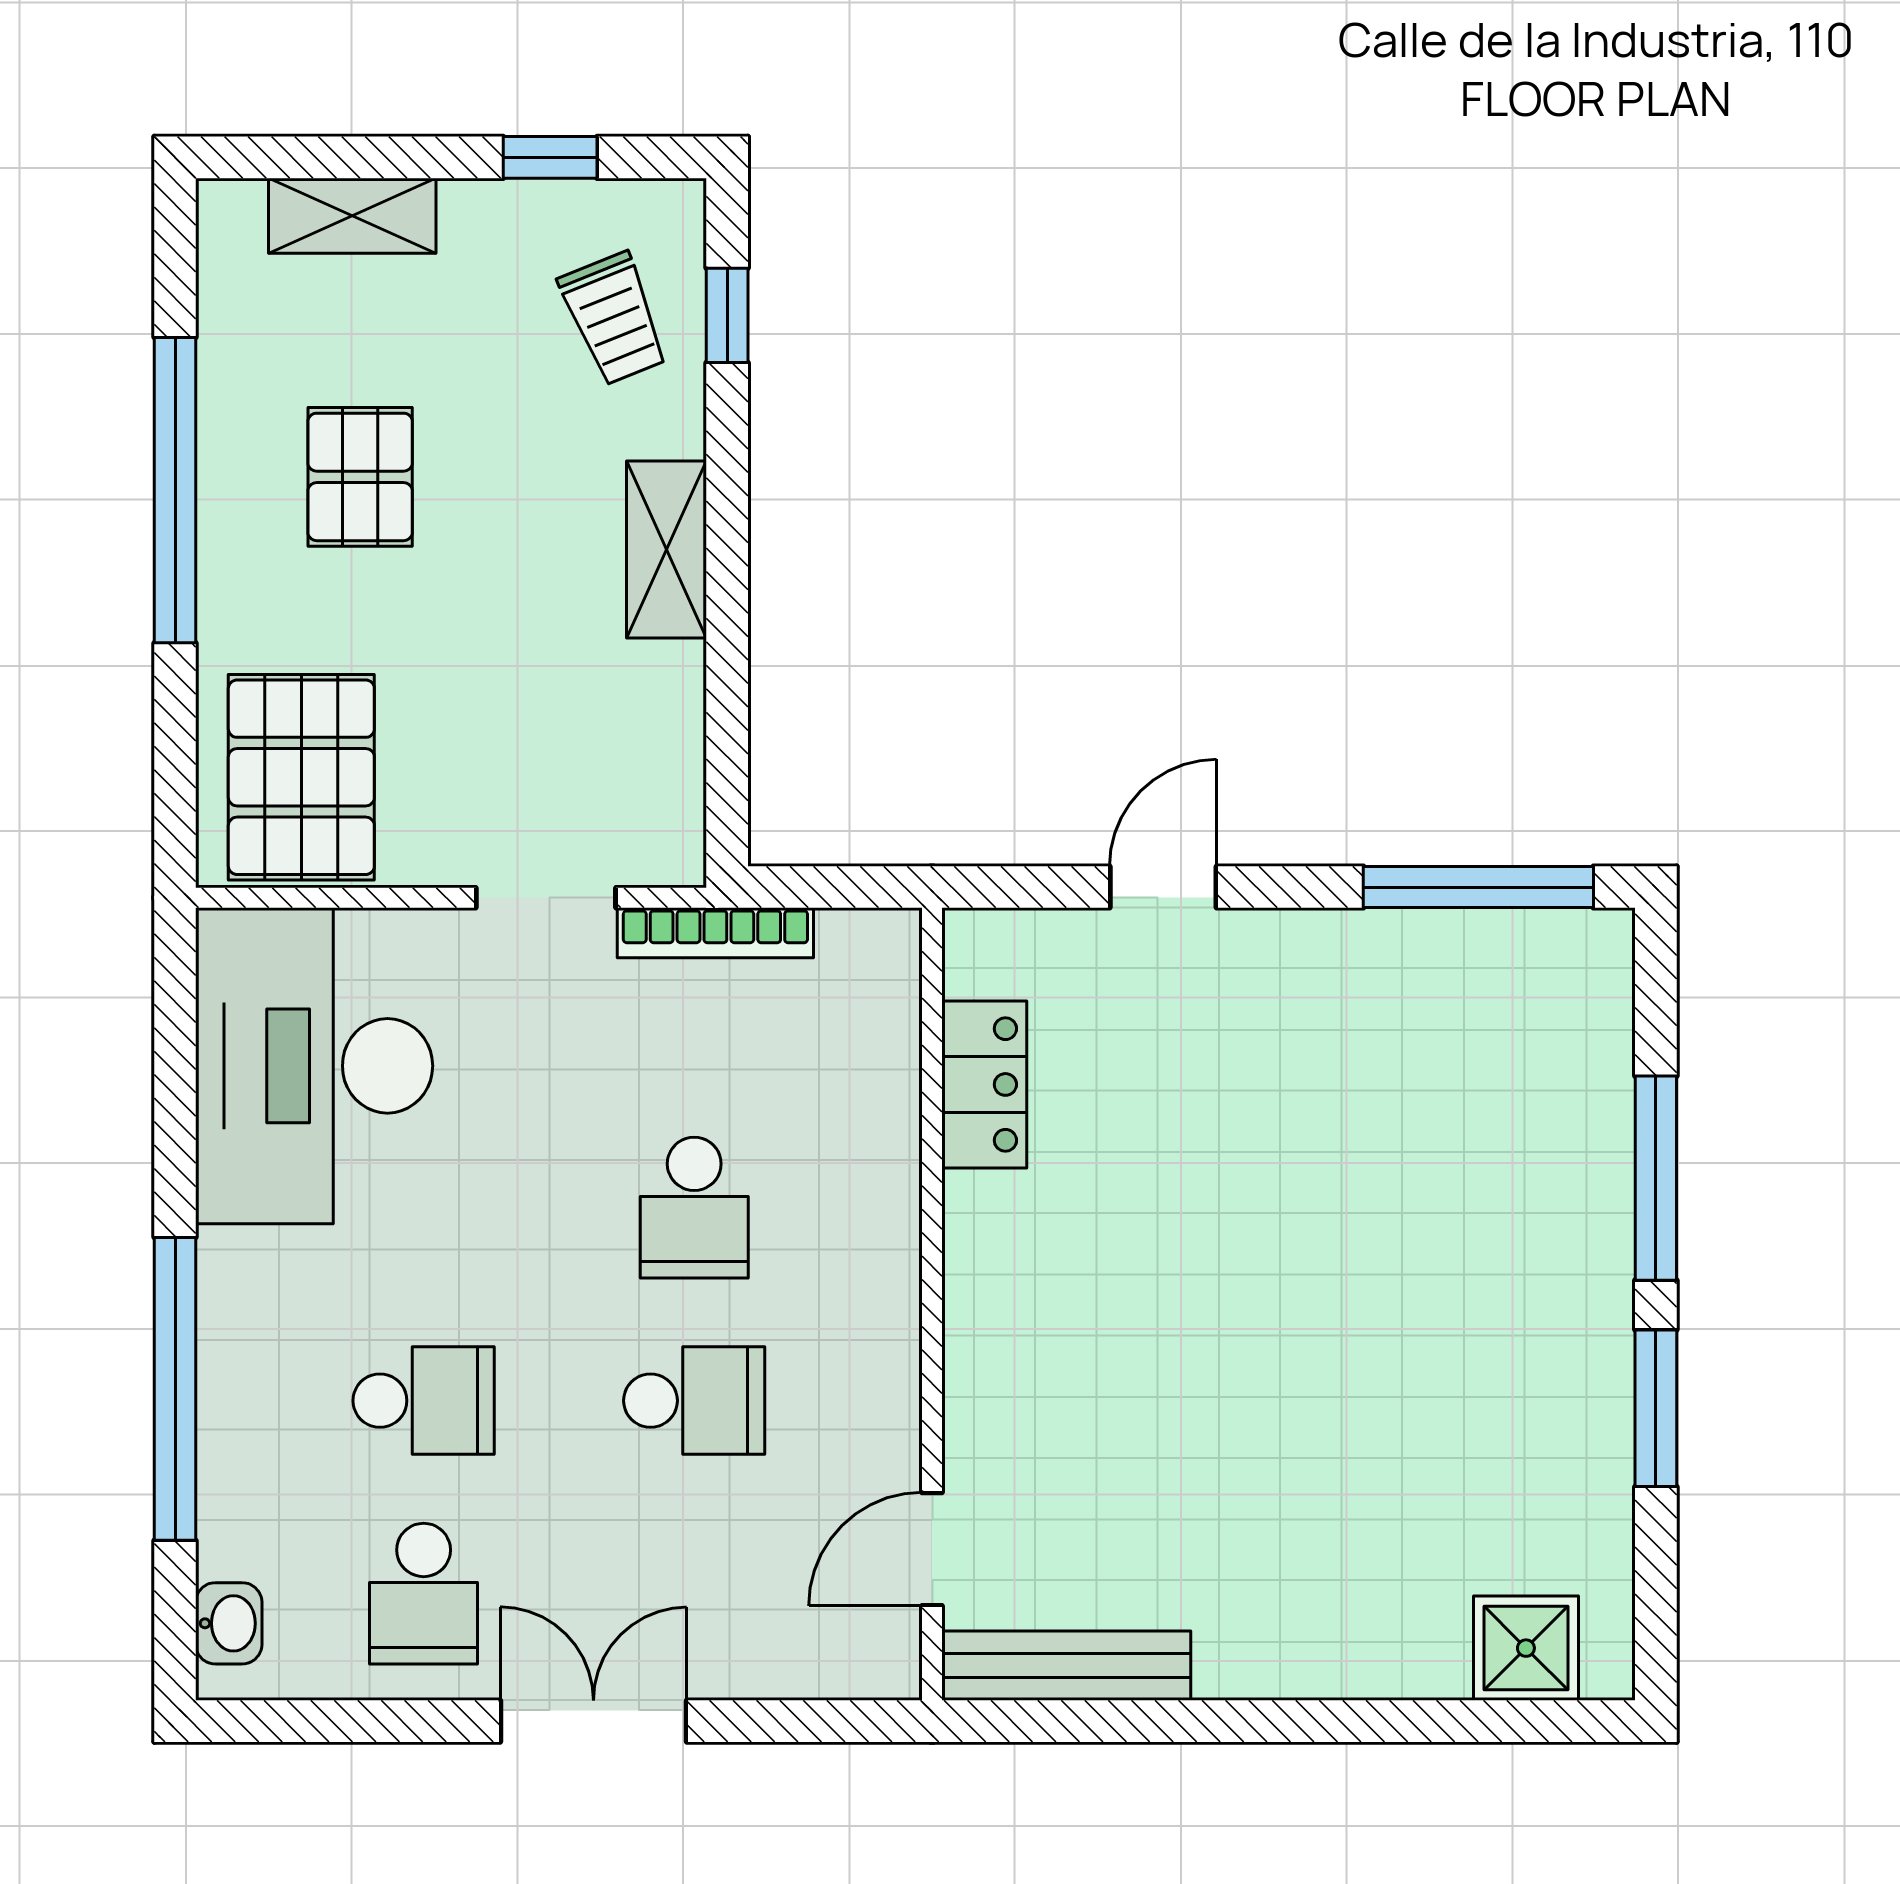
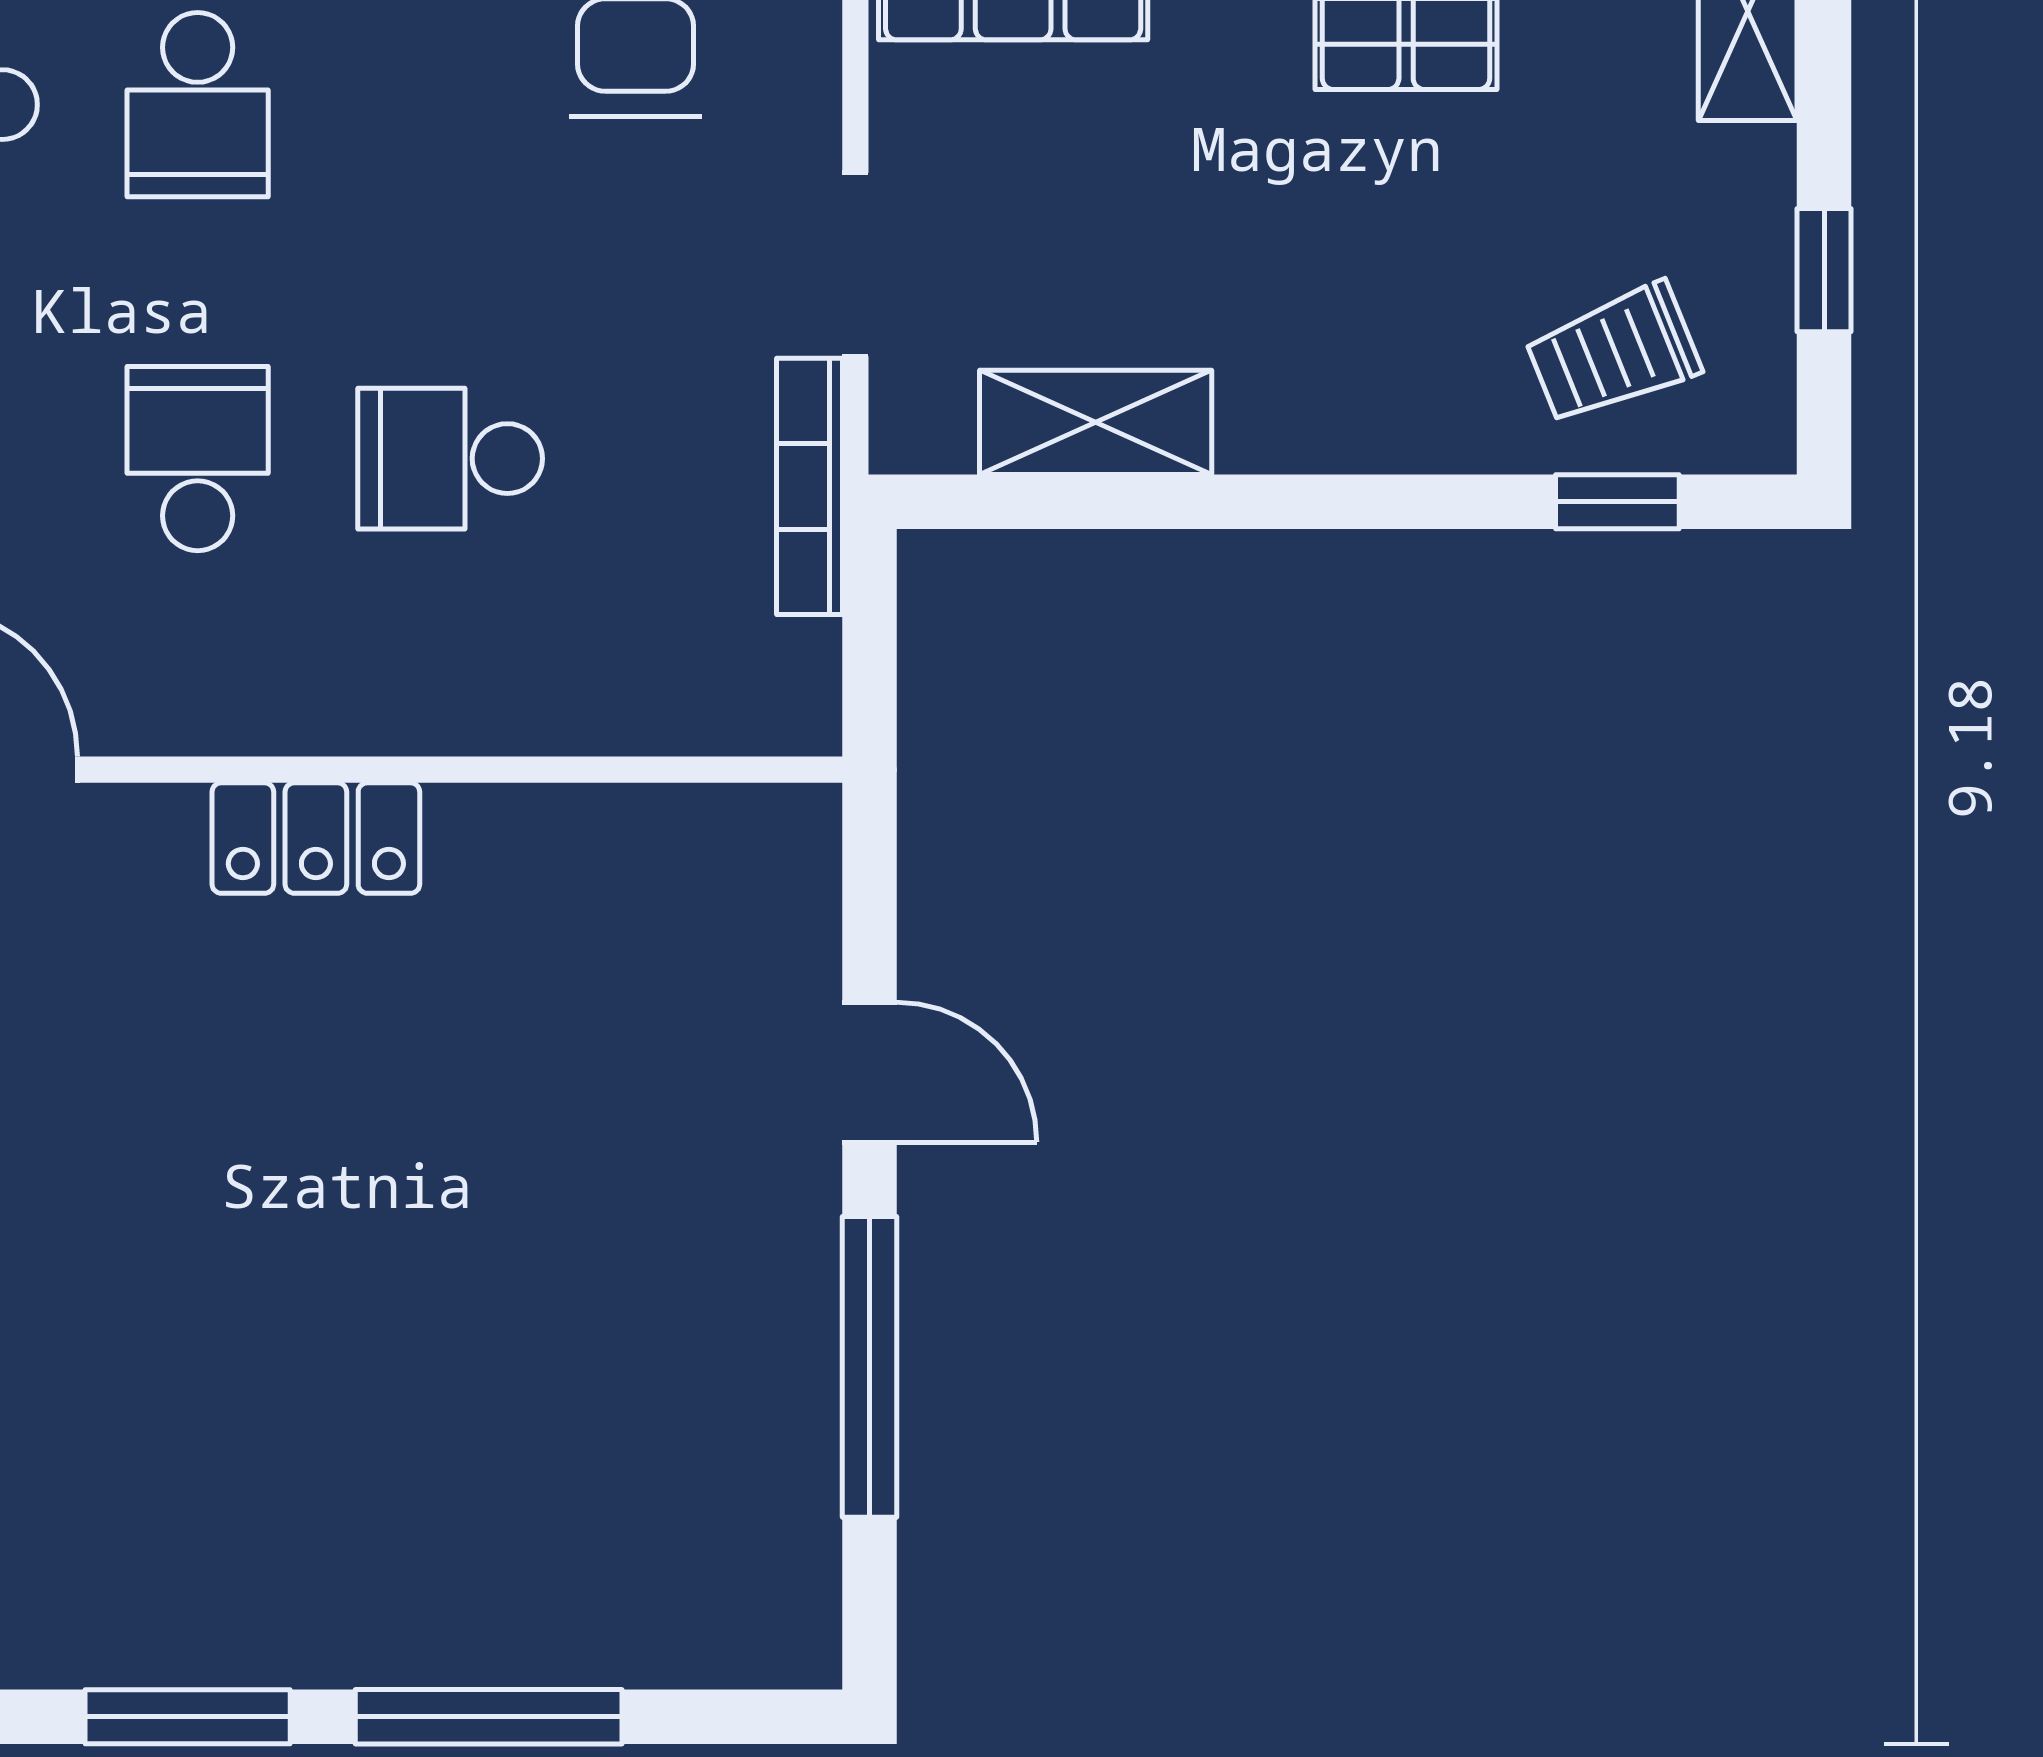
shelving: (667, 550) -> (1096, 422), moved
window: (1478, 887) -> (870, 1367), moved
locker: (984, 1084) -> (316, 838), moved
school desk: (694, 1401) -> (198, 459), turned 180

